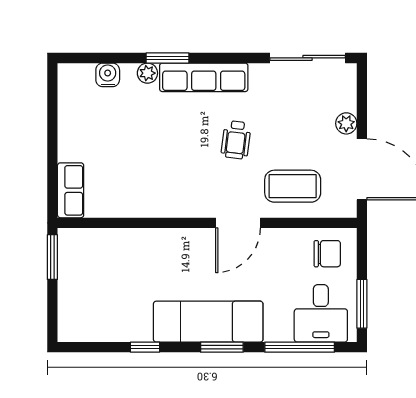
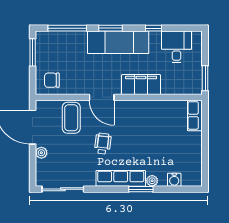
coffee table: (293, 186) -> (71, 118), turned 90
door: (238, 223) -> (102, 97), swing flipped
filing cabinet: (167, 246) -> (141, 85), added
desk: (321, 313) -> (177, 47), moved

